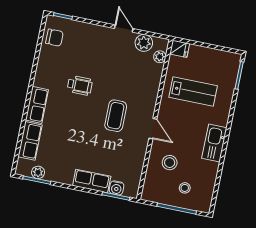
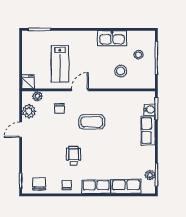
chair: (46, 70) -> (67, 185), added
chair: (140, 80) -> (59, 108), added
lab bench: (193, 92) -> (60, 64), turned 180
door: (153, 129) -> (80, 90), moved
kitchen sink: (214, 143) -> (112, 38), moved

